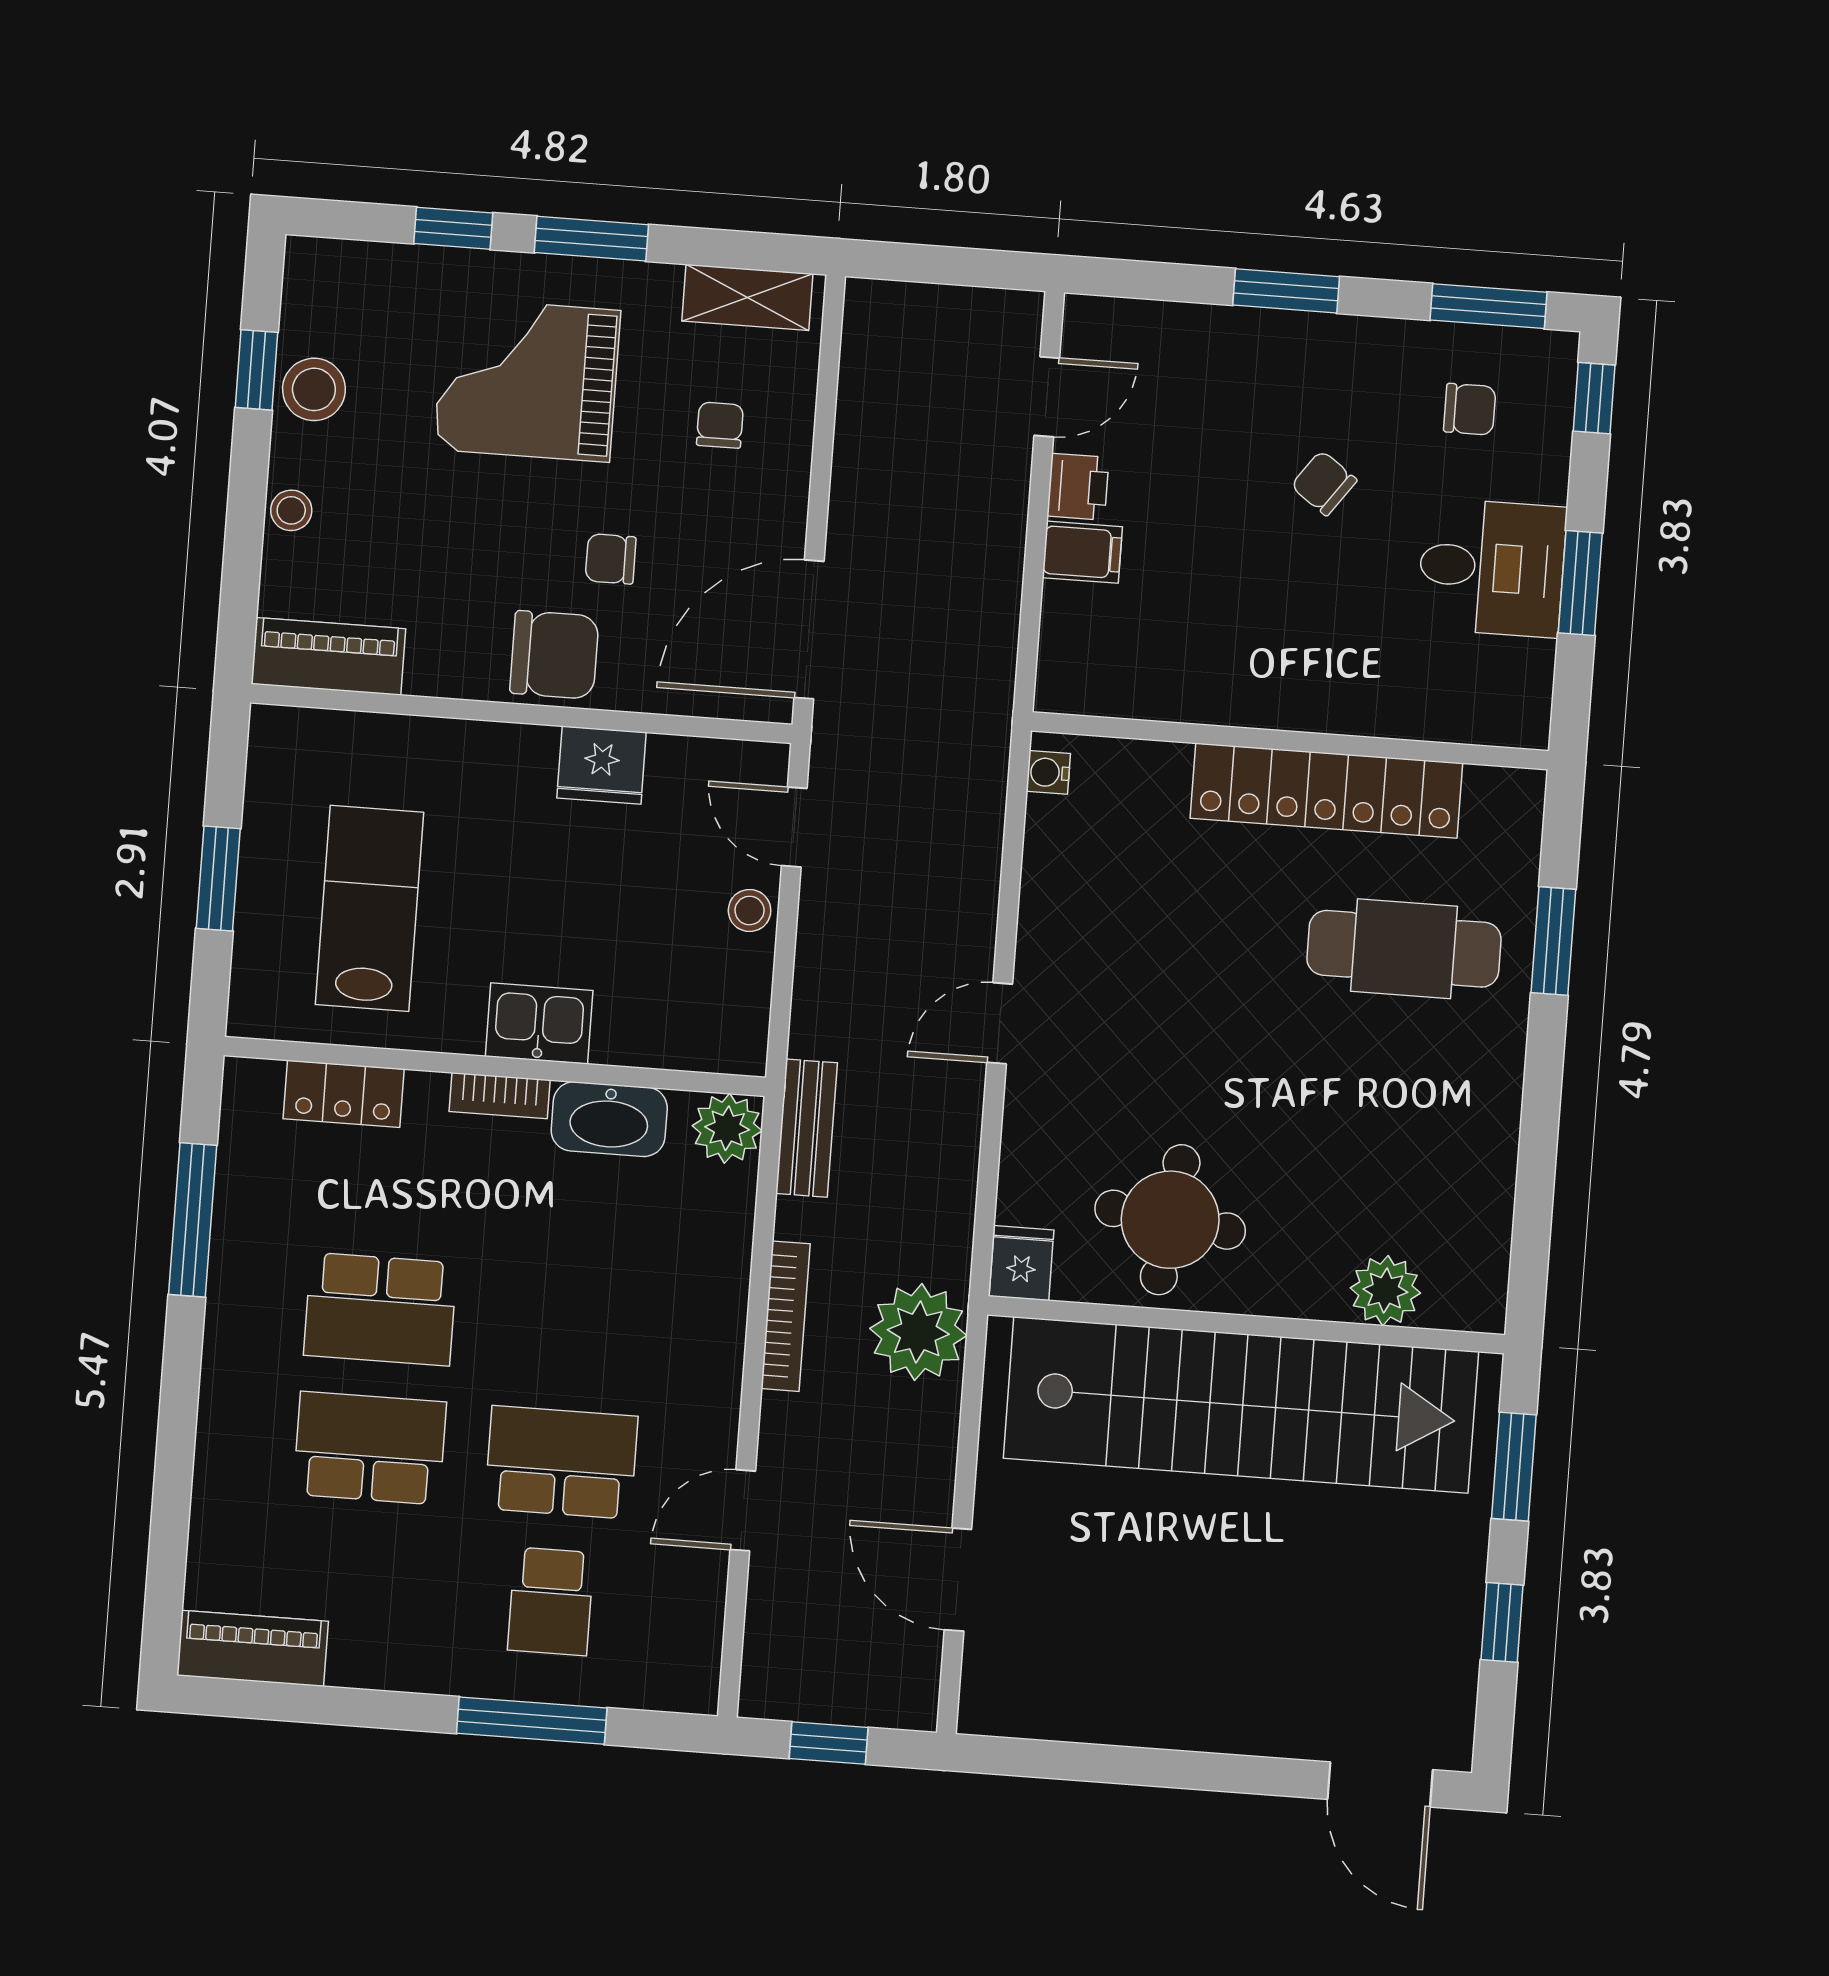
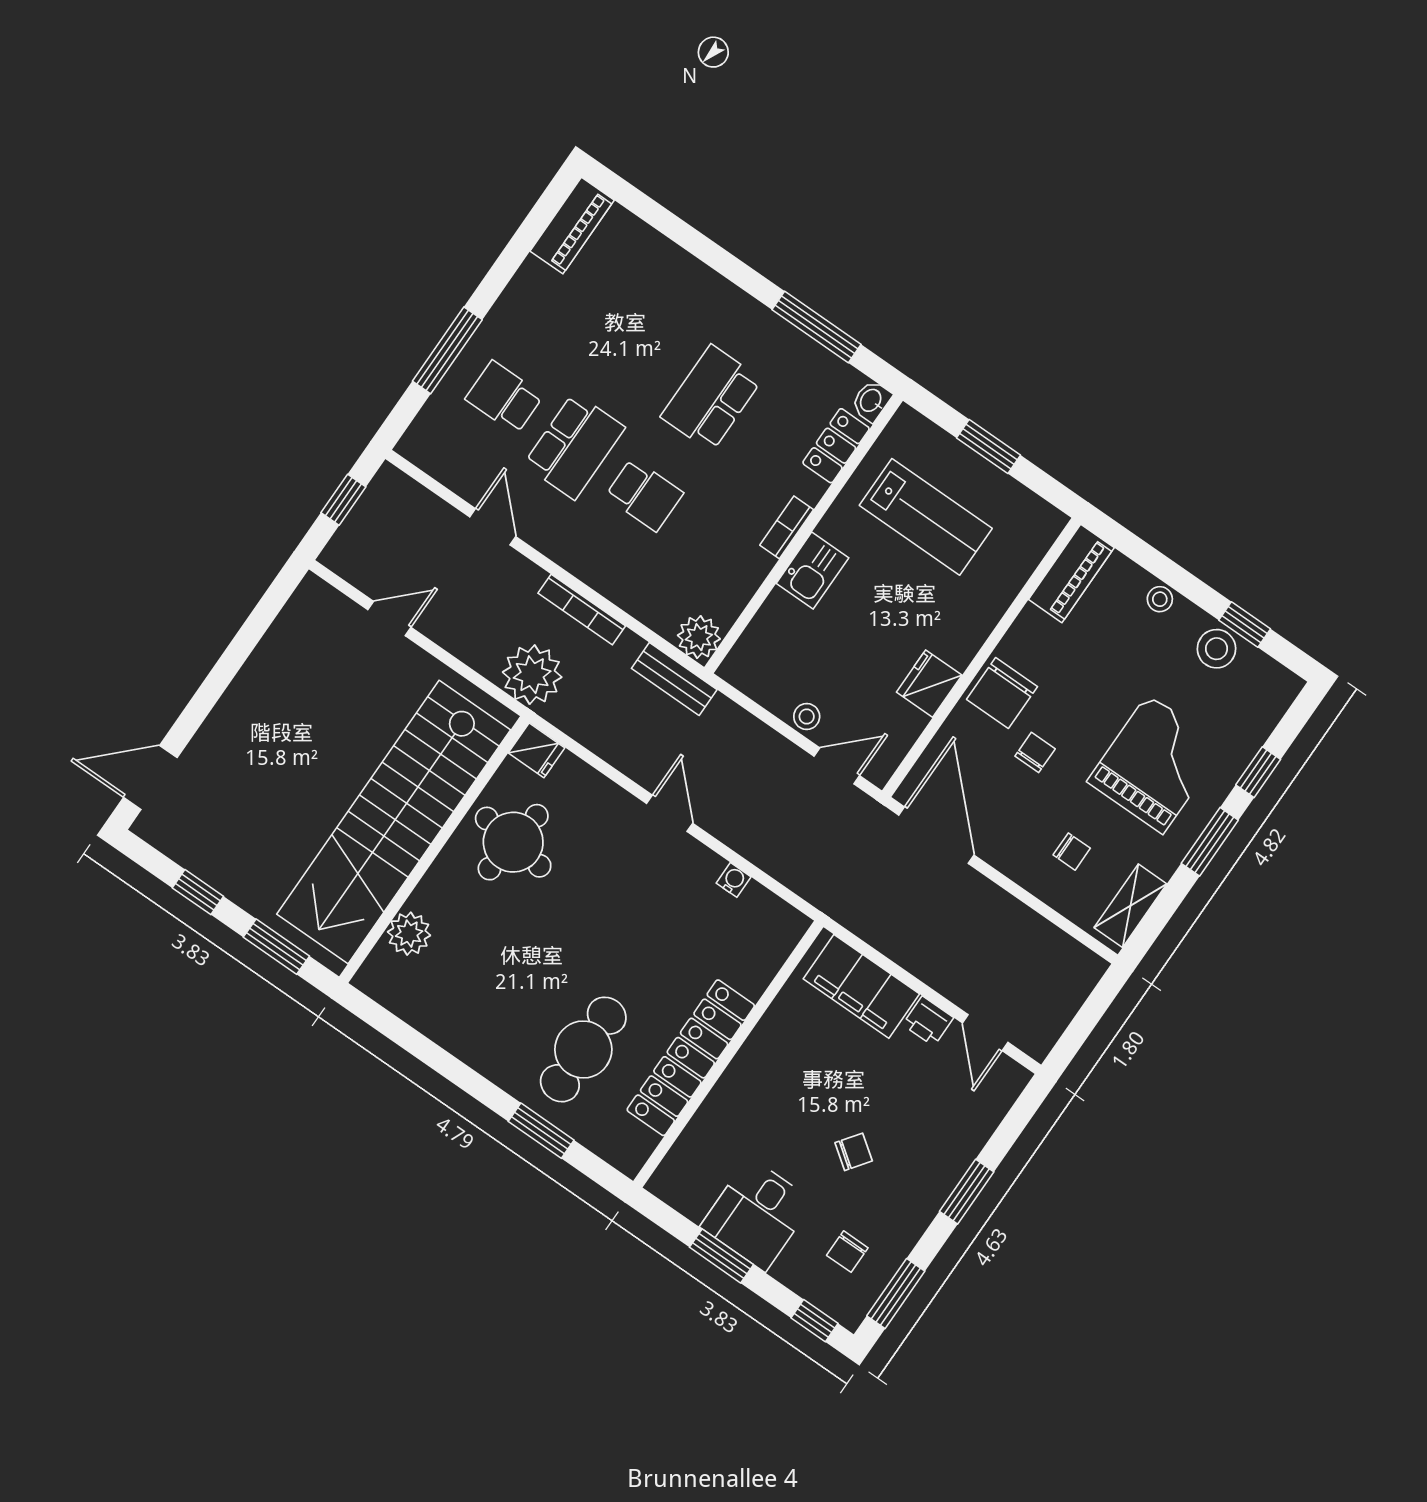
filing cabinet: (1082, 552) -> (861, 986), width x3.00, depth x1.17
water cooler: (1048, 772) -> (734, 880), moved
washbasin: (609, 1119) -> (871, 401), moved, width x0.52, depth x0.69
school desk: (370, 1448) -> (644, 495), moved, width x0.54
door: (958, 1580) -> (389, 619), width x0.73

